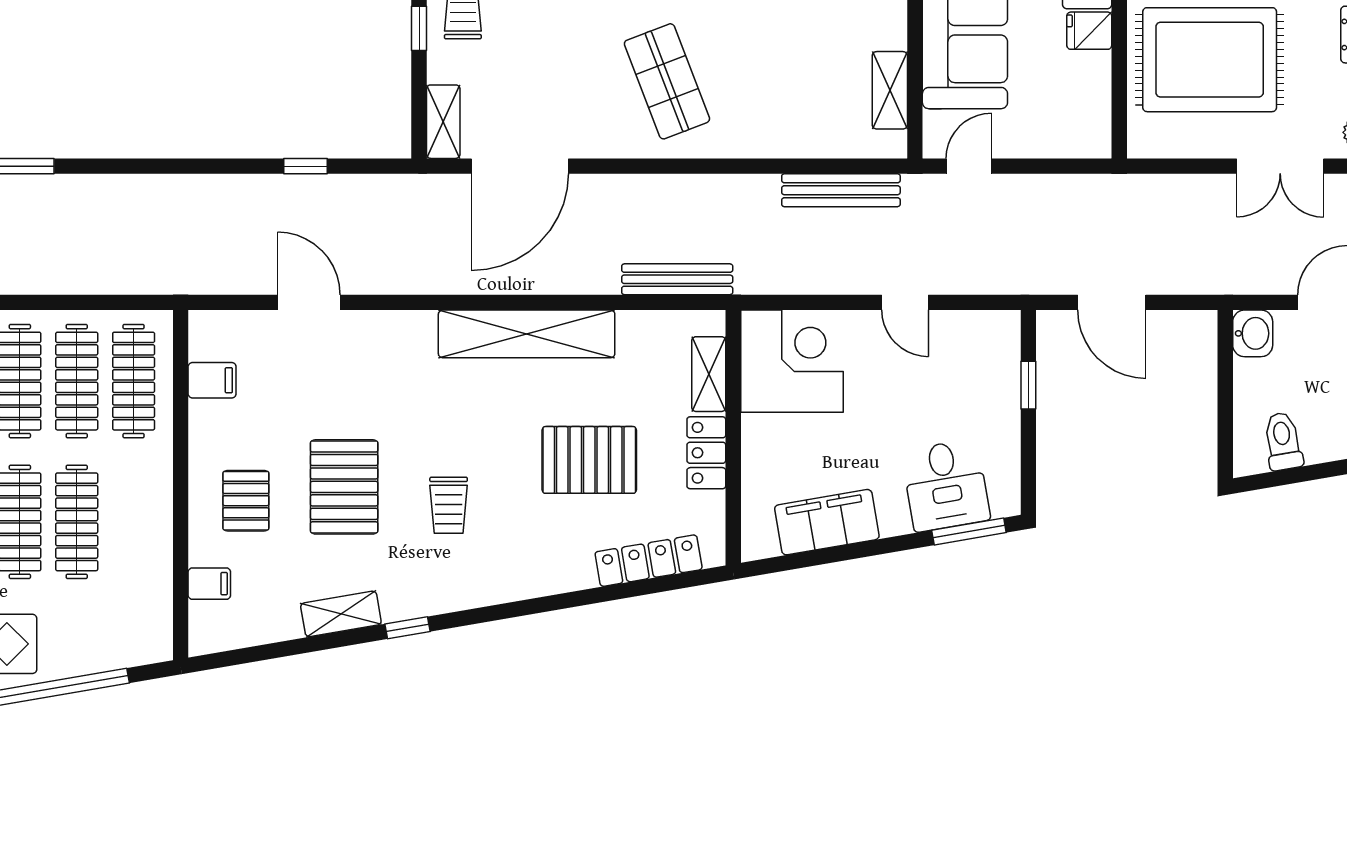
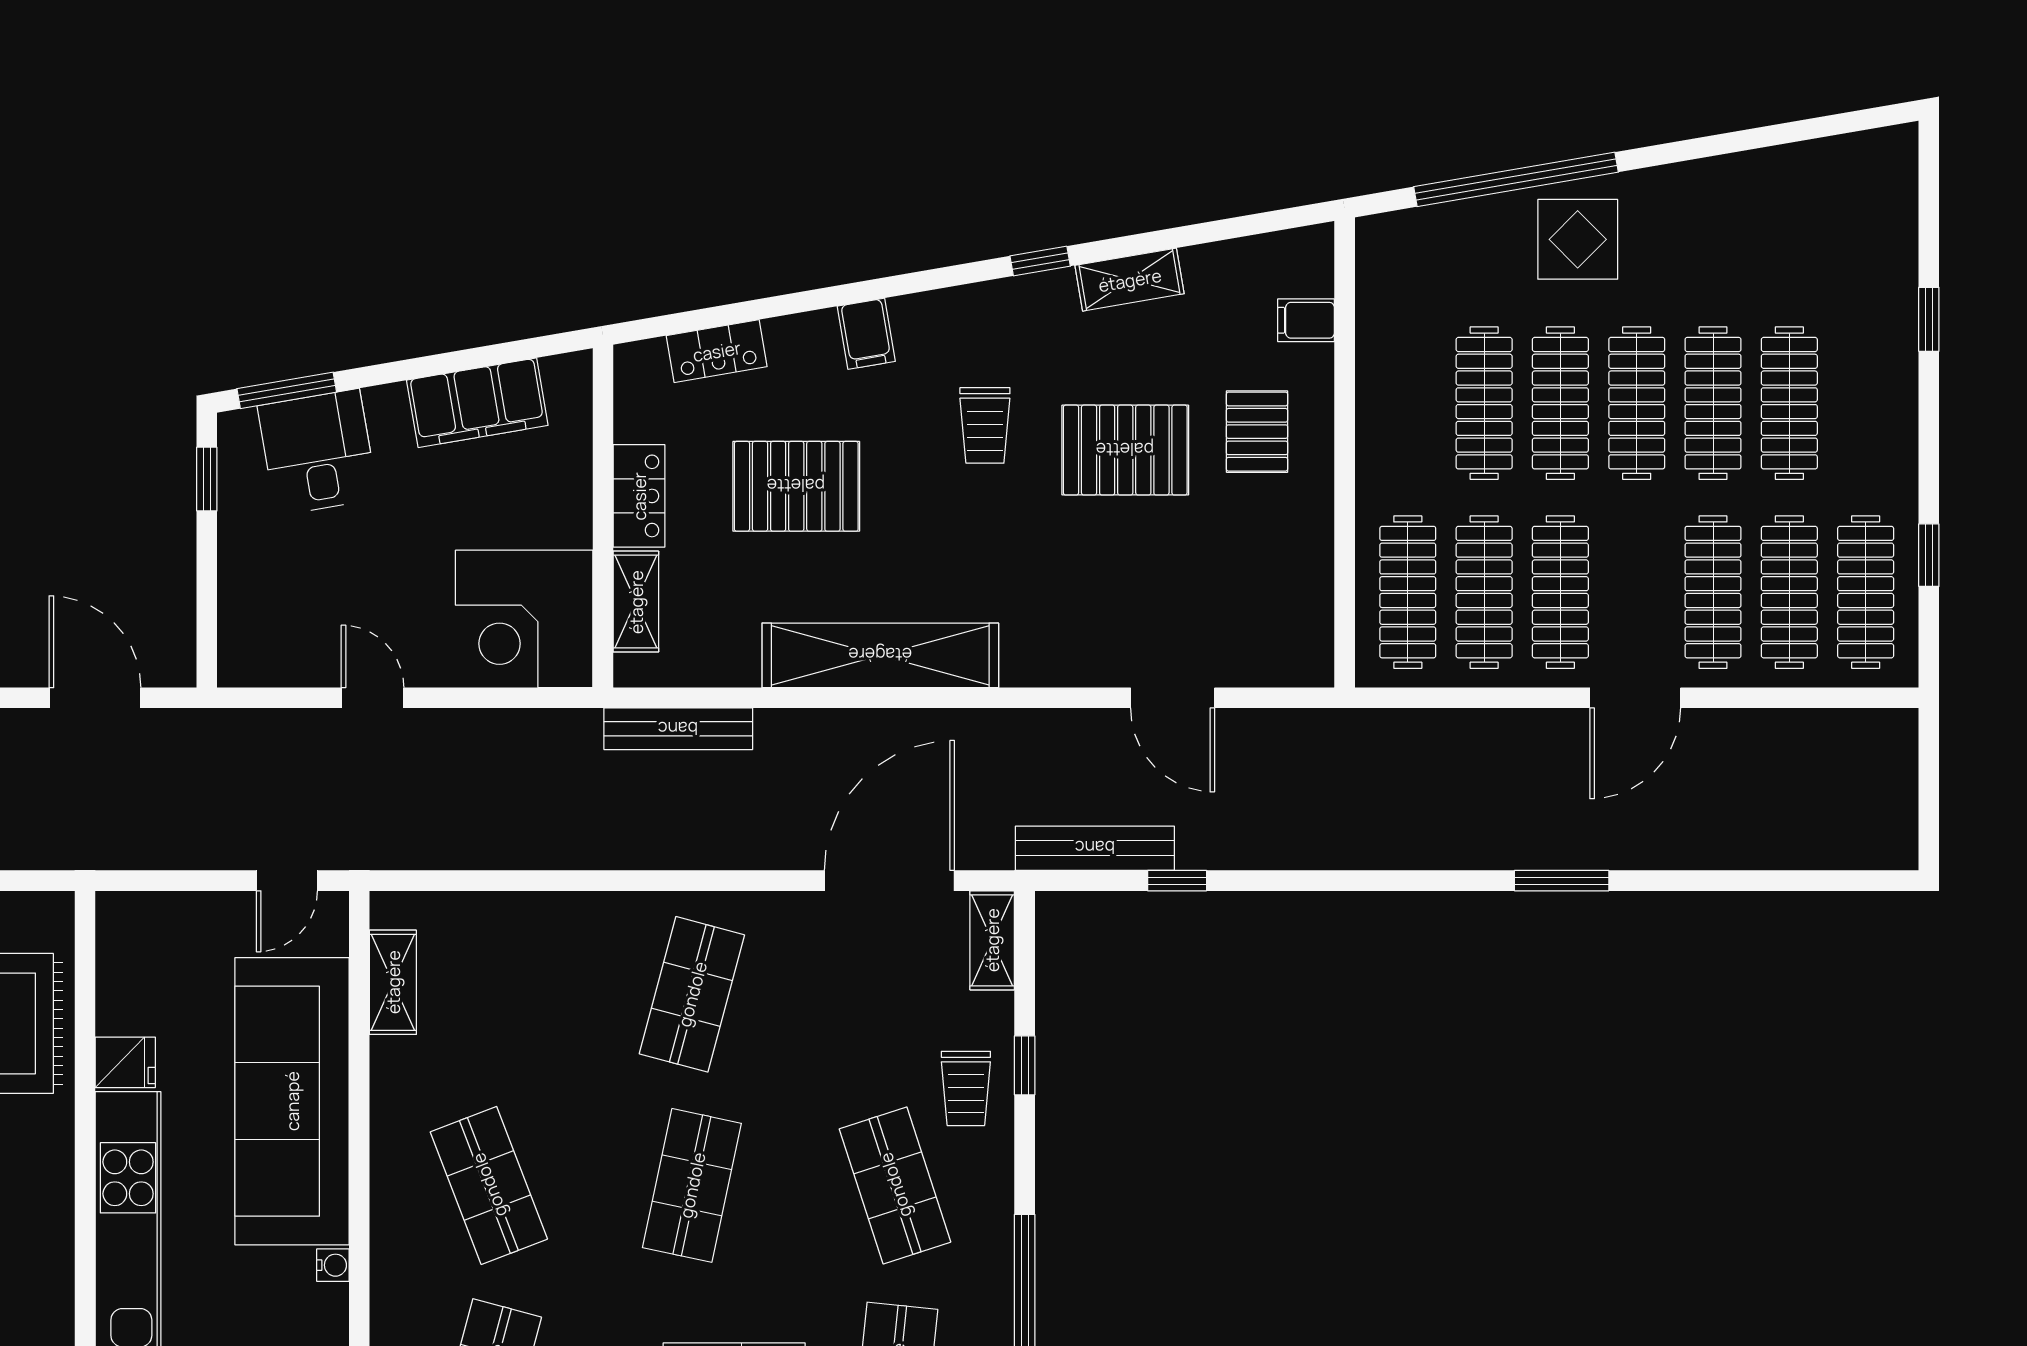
shop shelf: (667, 81) -> (692, 994), turned 36
bench: (841, 190) -> (1095, 848), moved
filing cabinet: (212, 380) -> (866, 334), moved, turned -100
window: (1028, 385) -> (207, 479), moved
pallet: (344, 487) -> (1125, 450), turned 90
trolley: (449, 505) -> (985, 425), turned 180
locker: (649, 561) -> (717, 351), width x0.66

